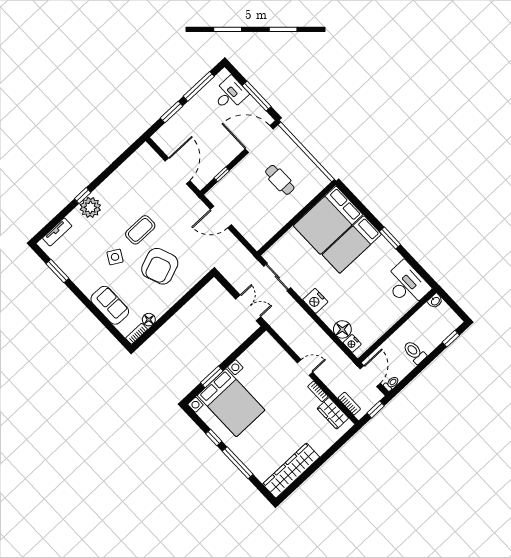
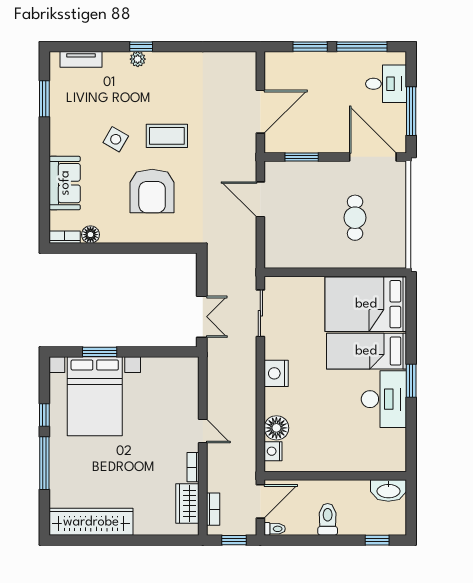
window: (222, 174) -> (302, 157), width x1.50
plant: (90, 207) -> (138, 59), width x0.53, depth x0.53
armchair: (160, 266) -> (152, 191), turned -69
desk: (407, 284) -> (384, 399), moved
washbasin: (435, 301) -> (388, 490), width x1.91, depth x1.45

